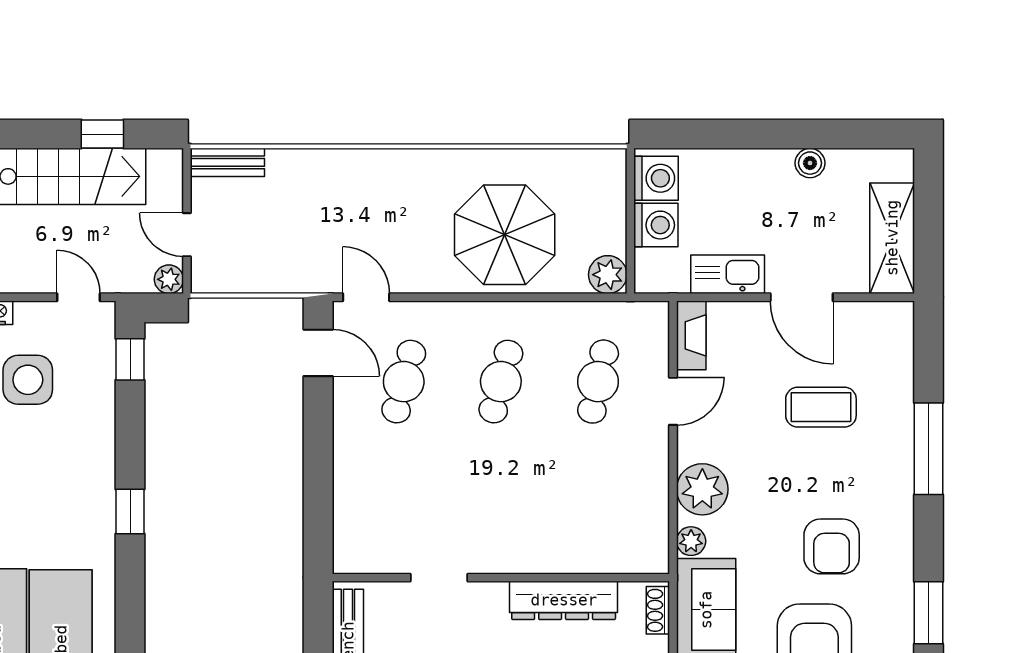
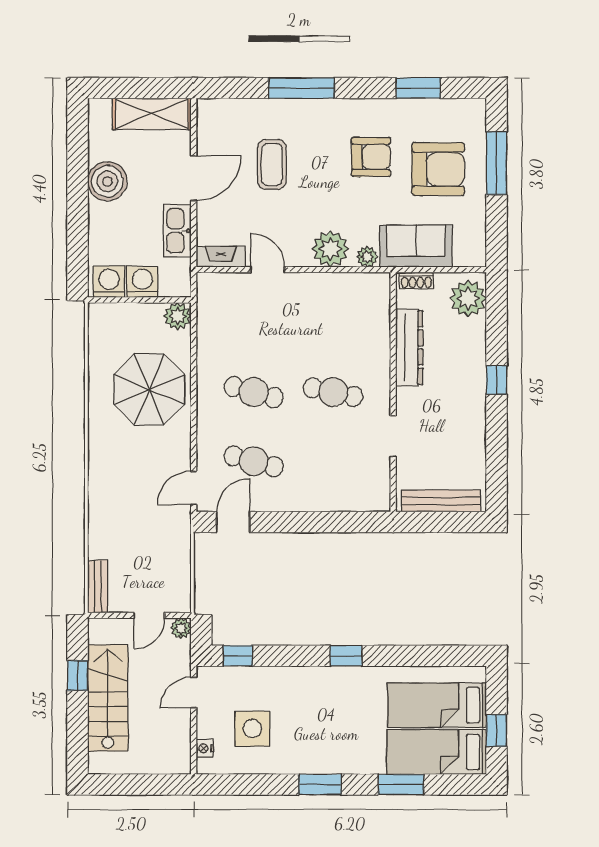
boiler: (810, 163) -> (107, 181), width x1.86, depth x1.86
cafe table: (598, 382) -> (333, 392), moved

